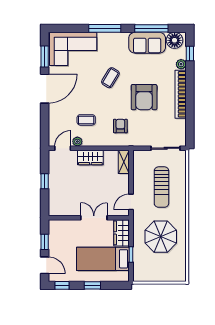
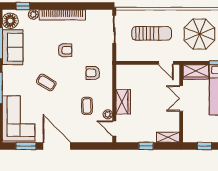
armchair: (144, 97) -> (65, 50), width x0.53, depth x0.53
shelving: (124, 162) -> (168, 137), moved

